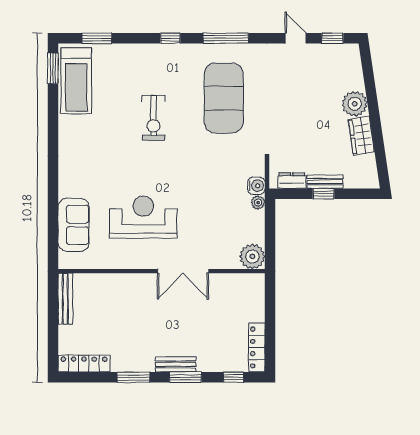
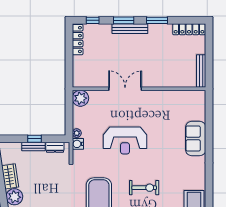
exercise bike: (153, 118) -> (144, 188), turned 90
reception desk: (143, 217) -> (125, 140), moved
sofa: (74, 225) -> (196, 139), moved
bench: (176, 364) -> (130, 29), width x1.36

